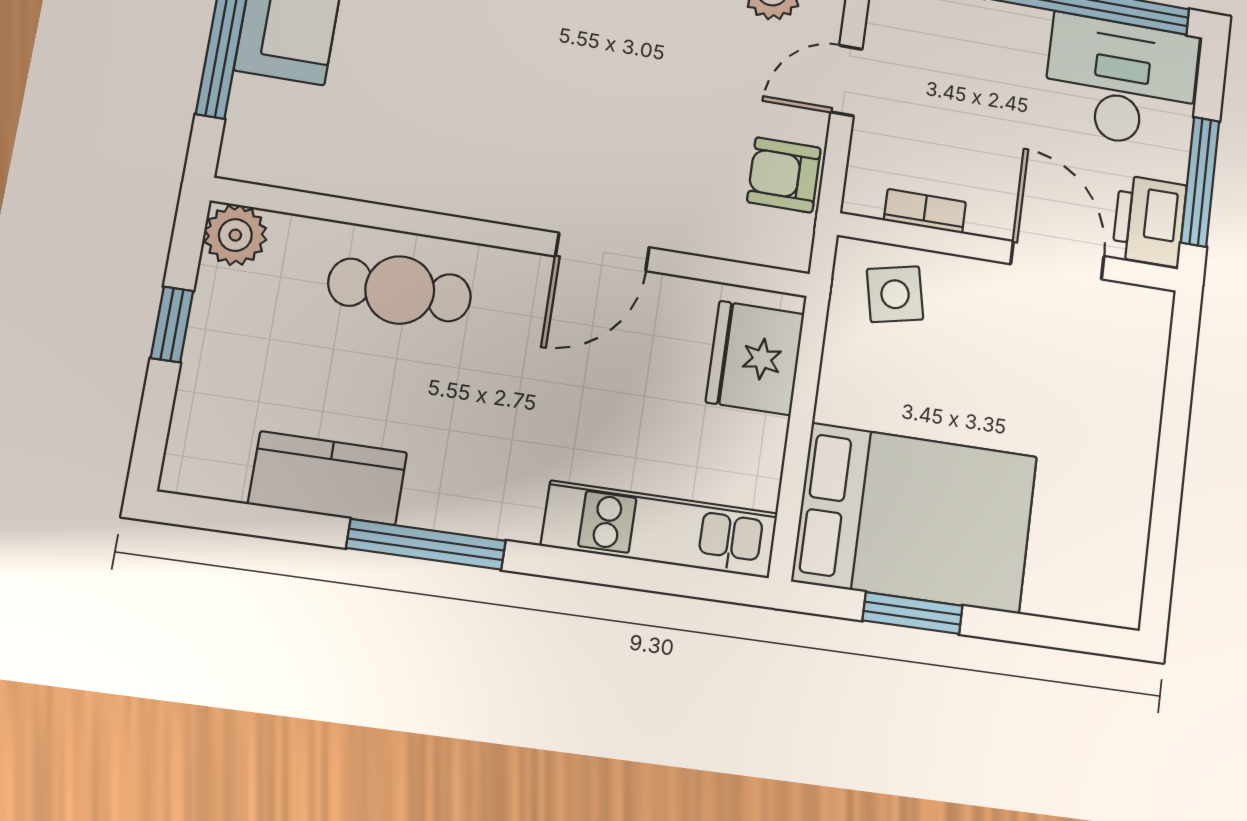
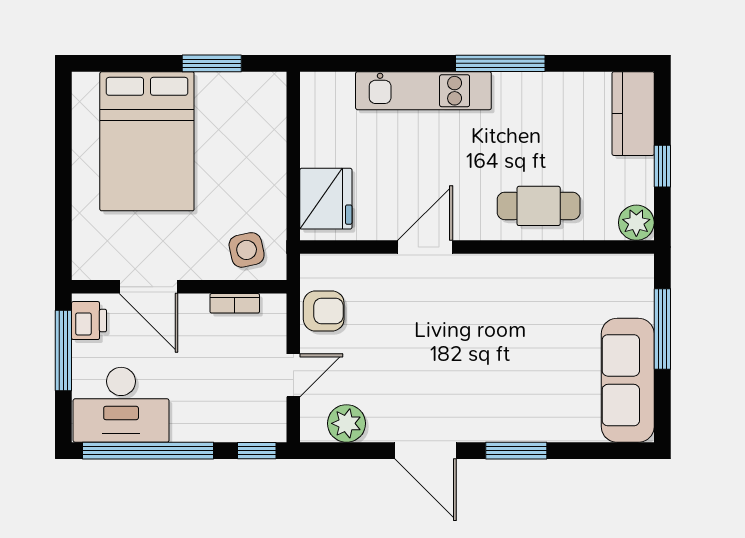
printer: (1149, 221) -> (89, 321), width x0.73, depth x0.81
kitchen counter: (328, 478) -> (633, 114), moved, turned 90
bed: (915, 518) -> (147, 141), moved, turned -90
kitchen unit: (660, 529) -> (423, 91), moved

